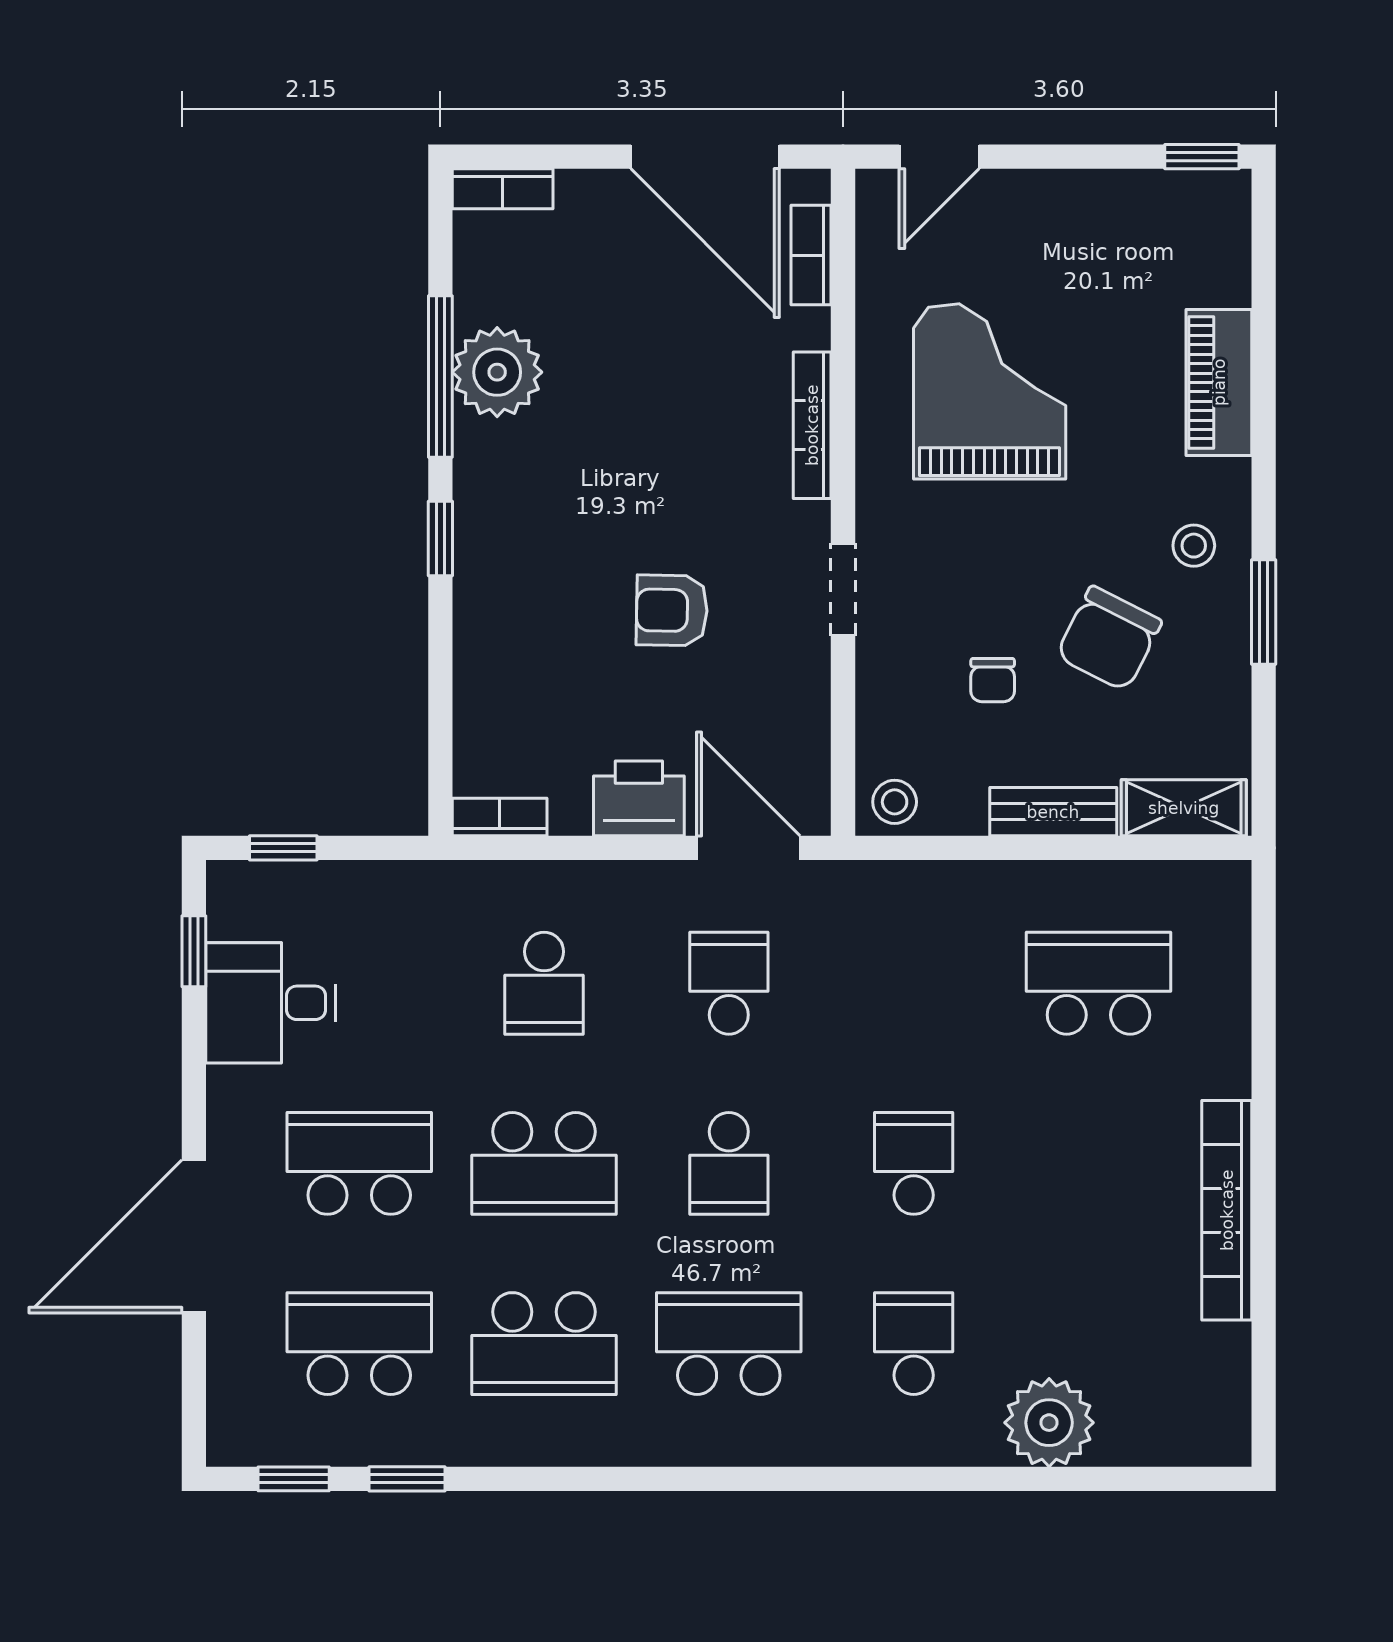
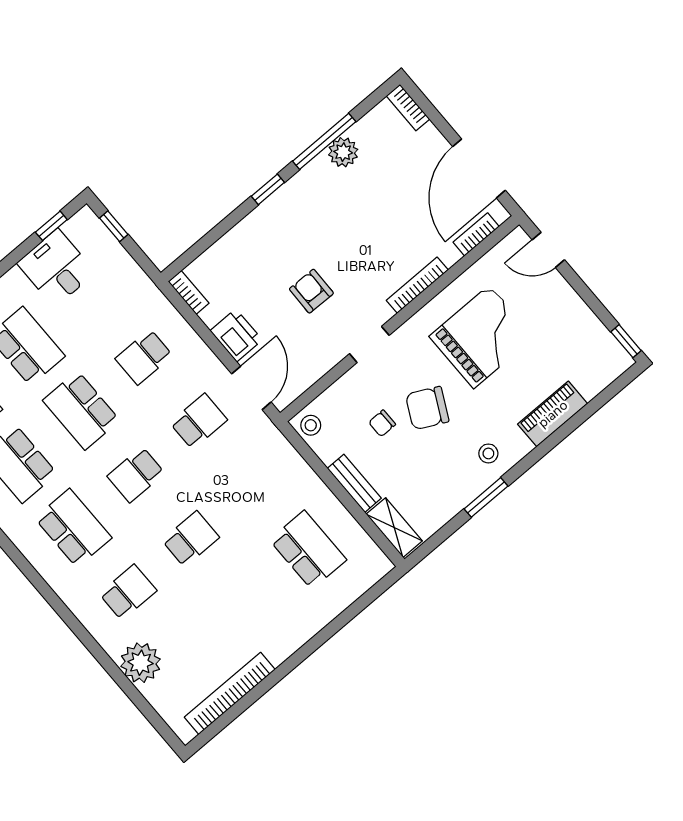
plant: (497, 372) -> (343, 152), width x0.73, depth x0.73
chair: (1109, 639) -> (427, 408), moved
bookcase: (1227, 1210) -> (230, 693), moved

